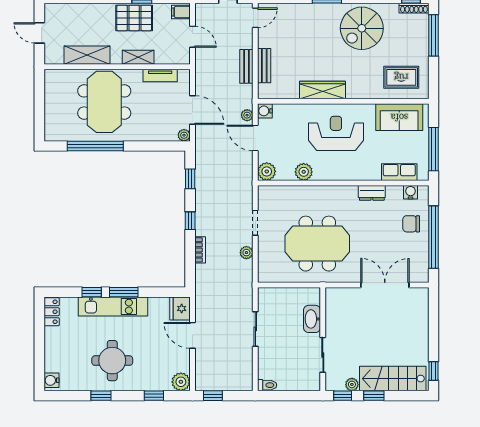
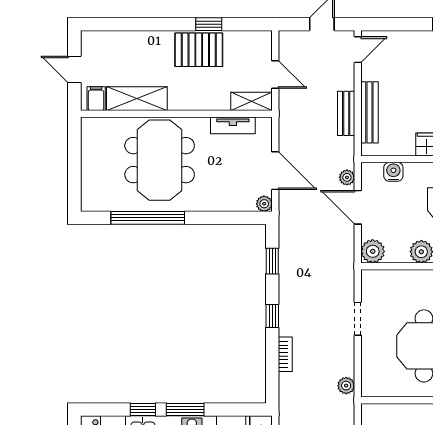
filing cabinet: (181, 12) -> (96, 99), moved, turned 90
shelving: (138, 57) -> (252, 101), moved
bench: (264, 66) -> (369, 112), width x1.36
water cooler: (265, 111) -> (393, 172), moved, turned 90
plant: (246, 253) -> (346, 386), moved

